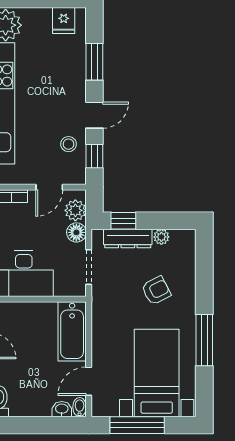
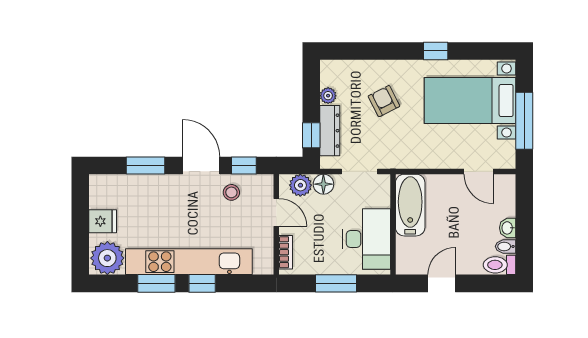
fridge: (64, 21) -> (103, 221), moved
door: (94, 115) -> (201, 165), width x1.38
bathtub: (72, 331) -> (410, 205), moved, turned -90
window: (204, 340) -> (436, 51), width x0.46
bidet: (80, 407) -> (506, 246), moved
washbasin: (62, 409) -> (508, 228), moved

